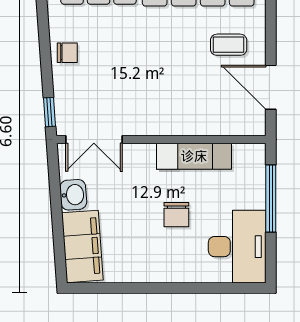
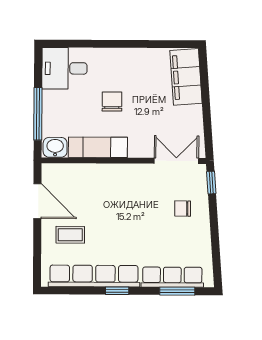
chair: (67, 53) -> (183, 209), moved
washbasin: (73, 195) -> (55, 147), moved, turned 94
desk: (237, 247) -> (64, 68), width x0.73

